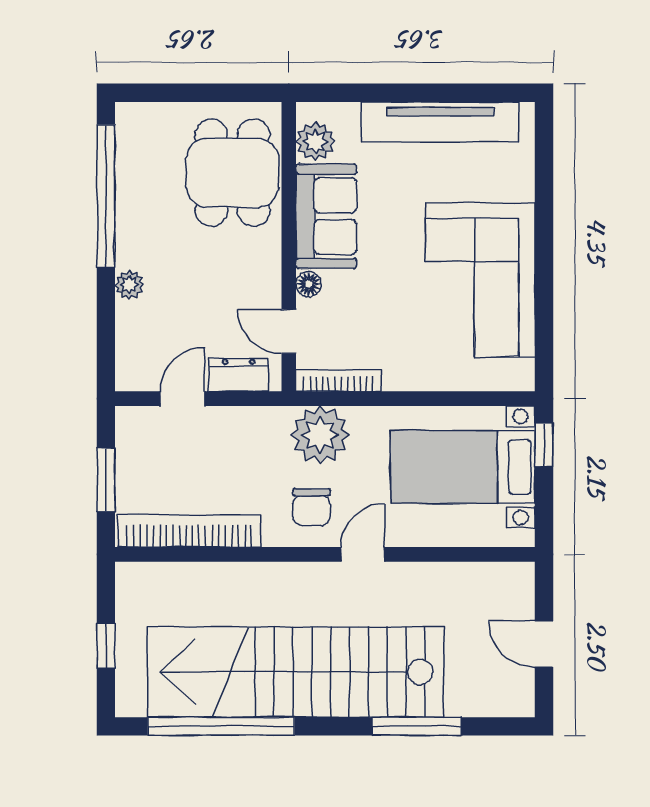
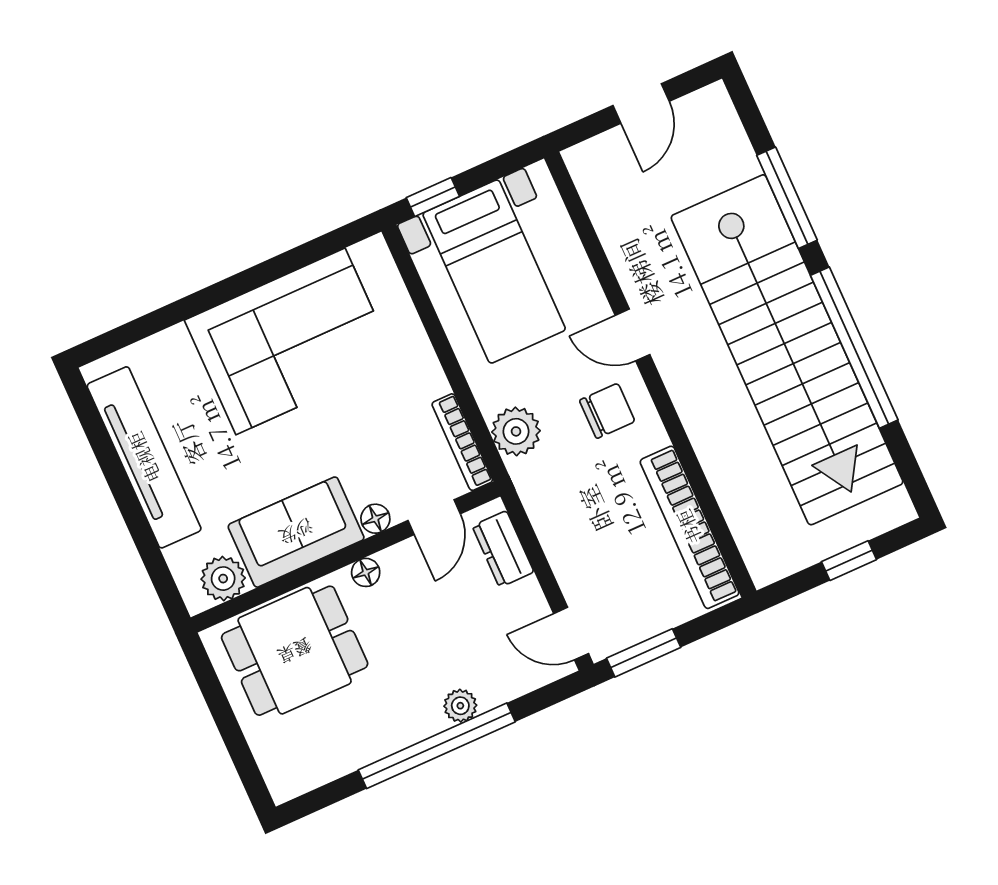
window: (106, 196) -> (437, 746), moved
floor lamp: (269, 257) -> (366, 572), added
door: (182, 399) -> (571, 634), moved
plant: (320, 435) -> (516, 431), width x0.73, depth x0.73
window: (106, 480) -> (644, 653), moved
window: (221, 726) -> (854, 348), moved

